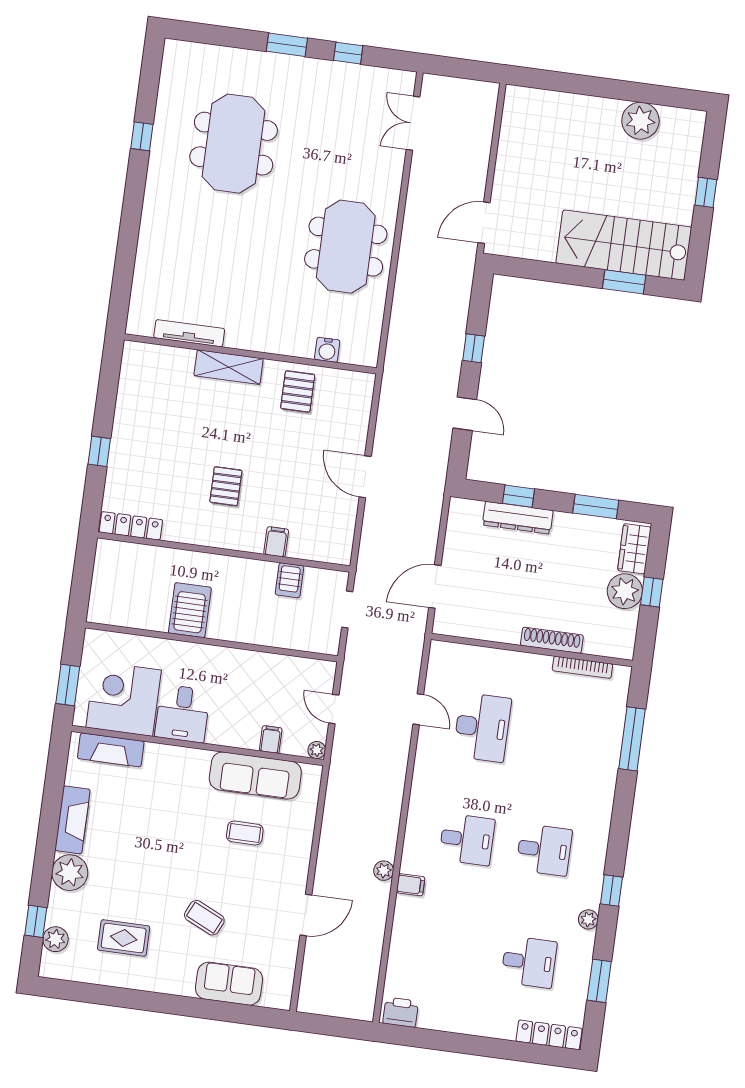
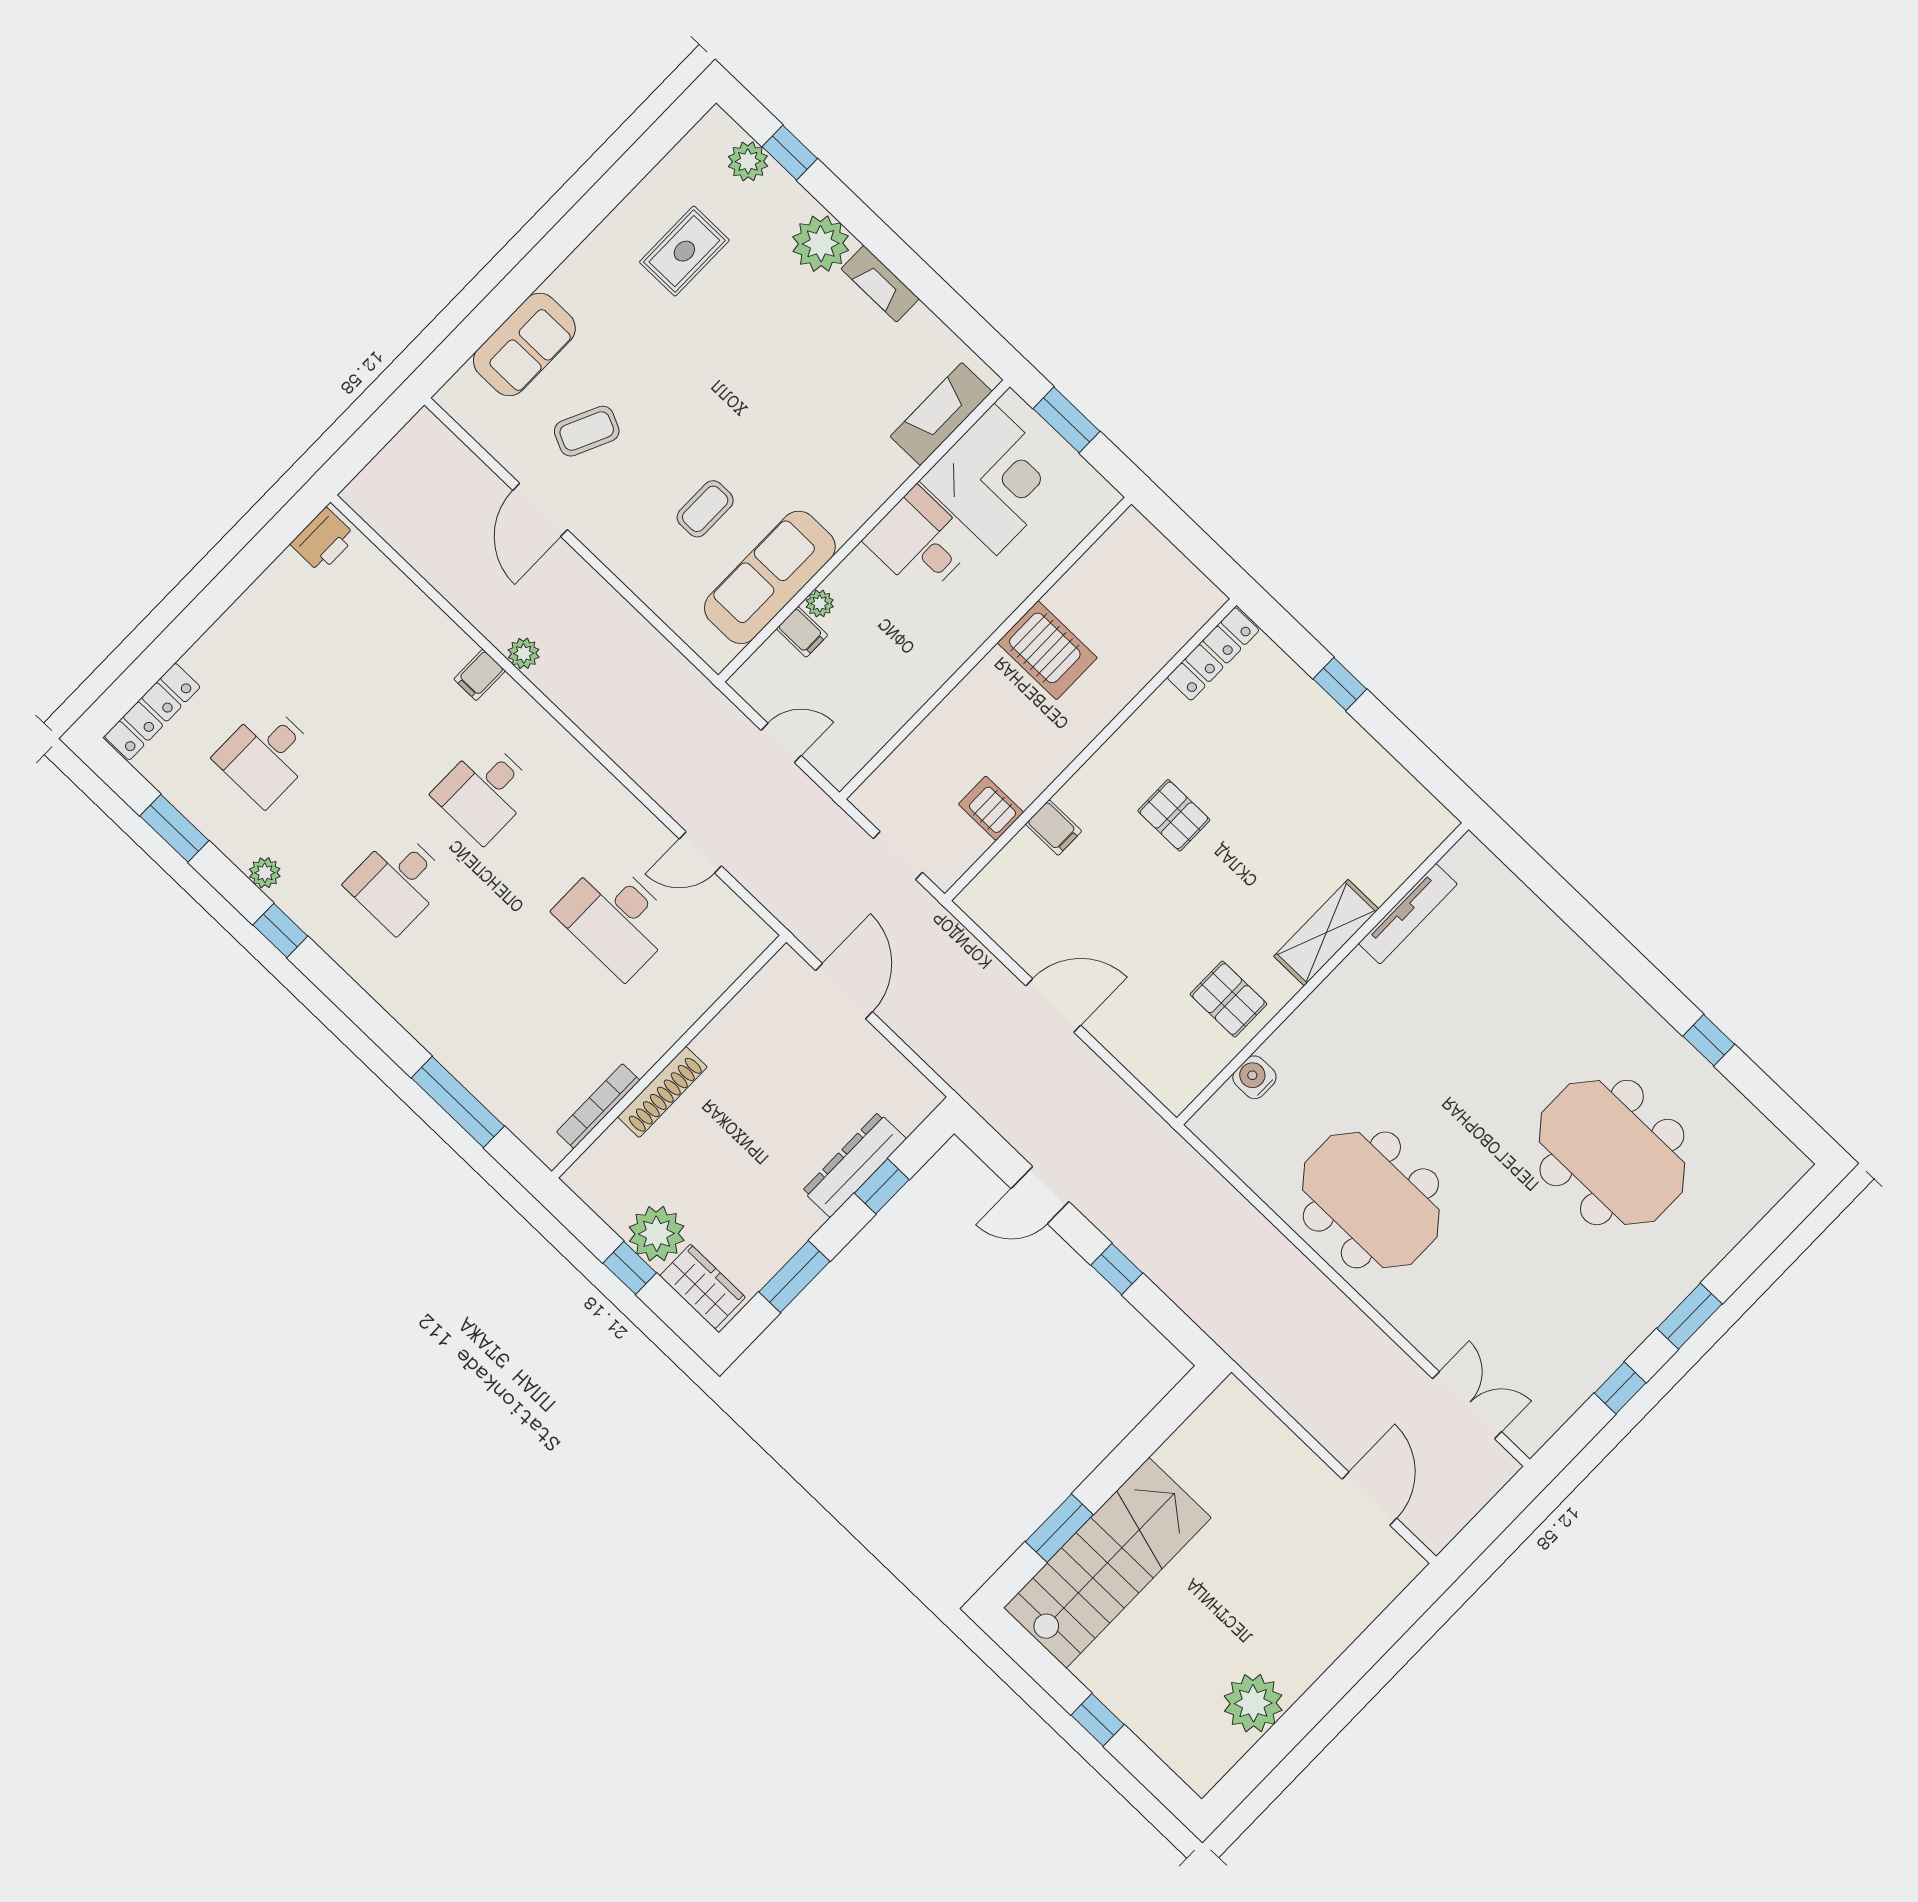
door: (484, 223) -> (1369, 1499), moved
plant: (317, 750) -> (820, 603), moved
fireplace: (72, 820) -> (880, 284), width x0.73, depth x0.76
coffee table: (204, 918) -> (587, 431), moved

